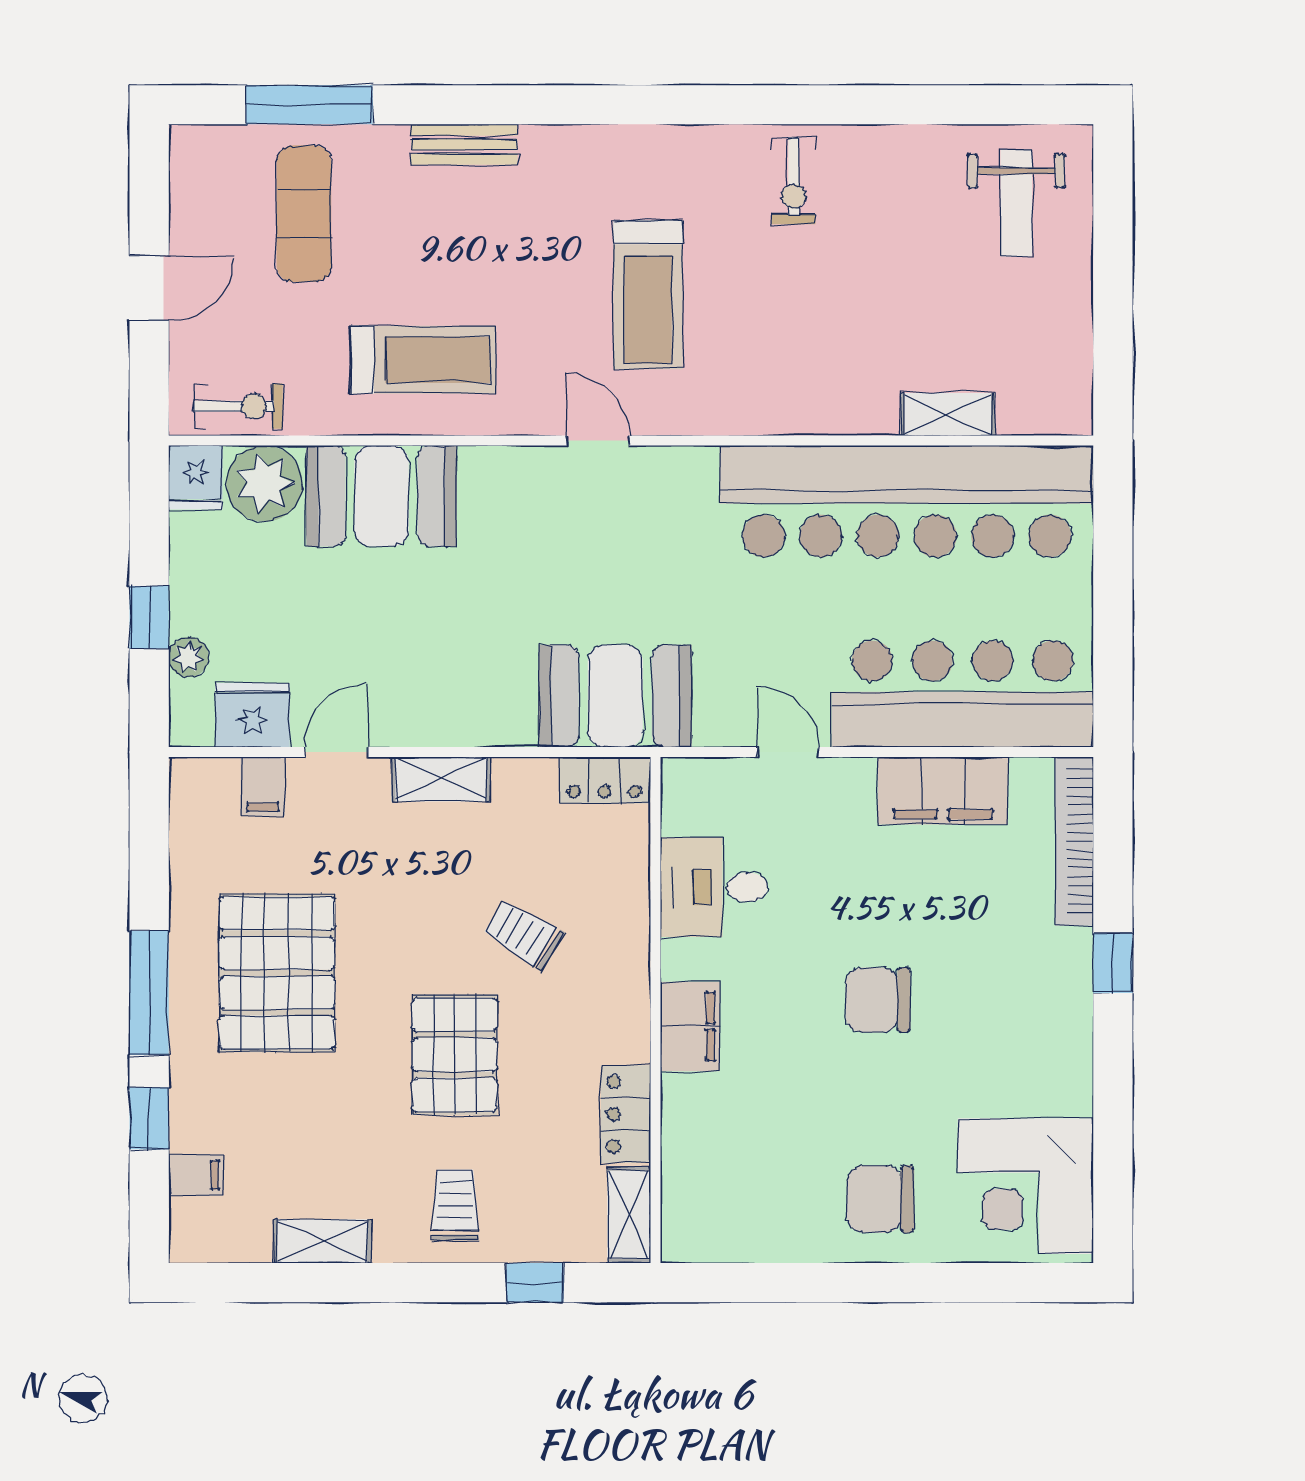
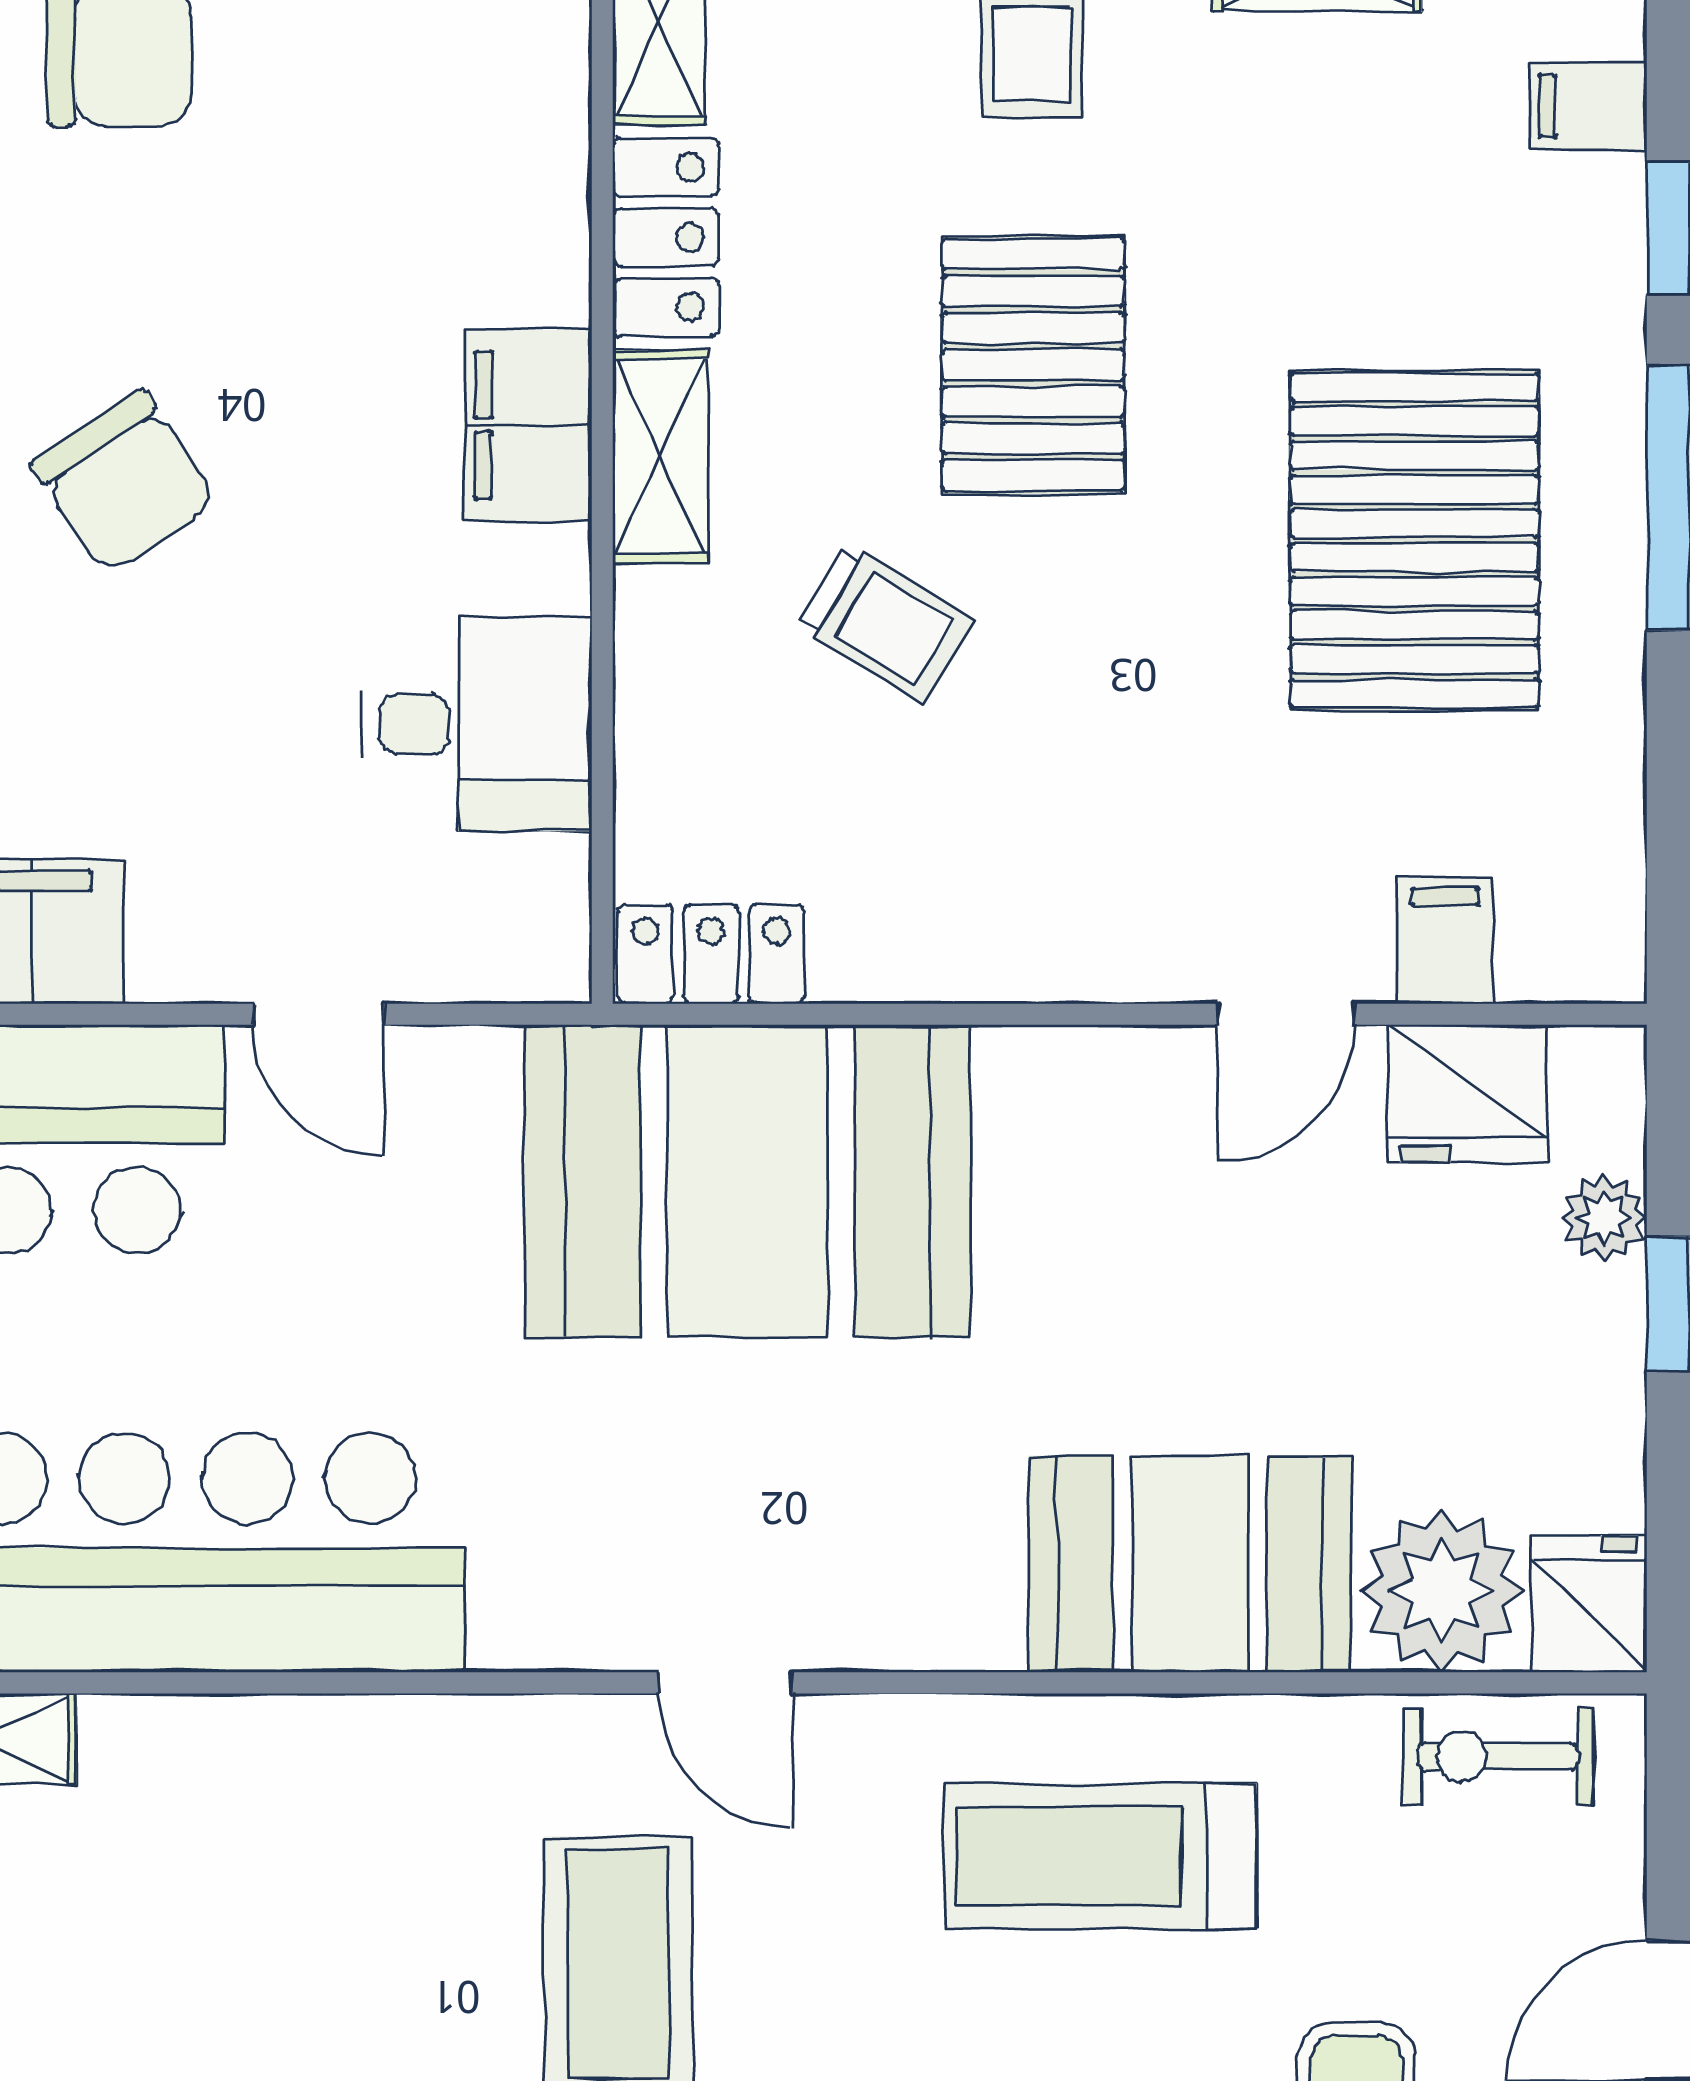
booth: (615, 696) -> (748, 1181), width x1.36, depth x1.42
shelving: (441, 779) -> (660, 456), moved, turned 90
chair: (878, 1000) -> (125, 482), turned 56

